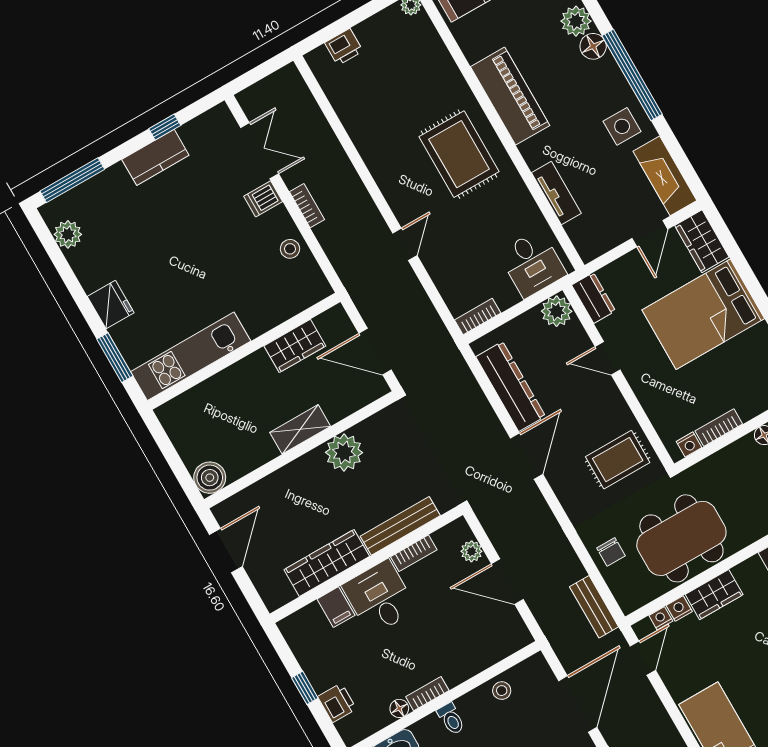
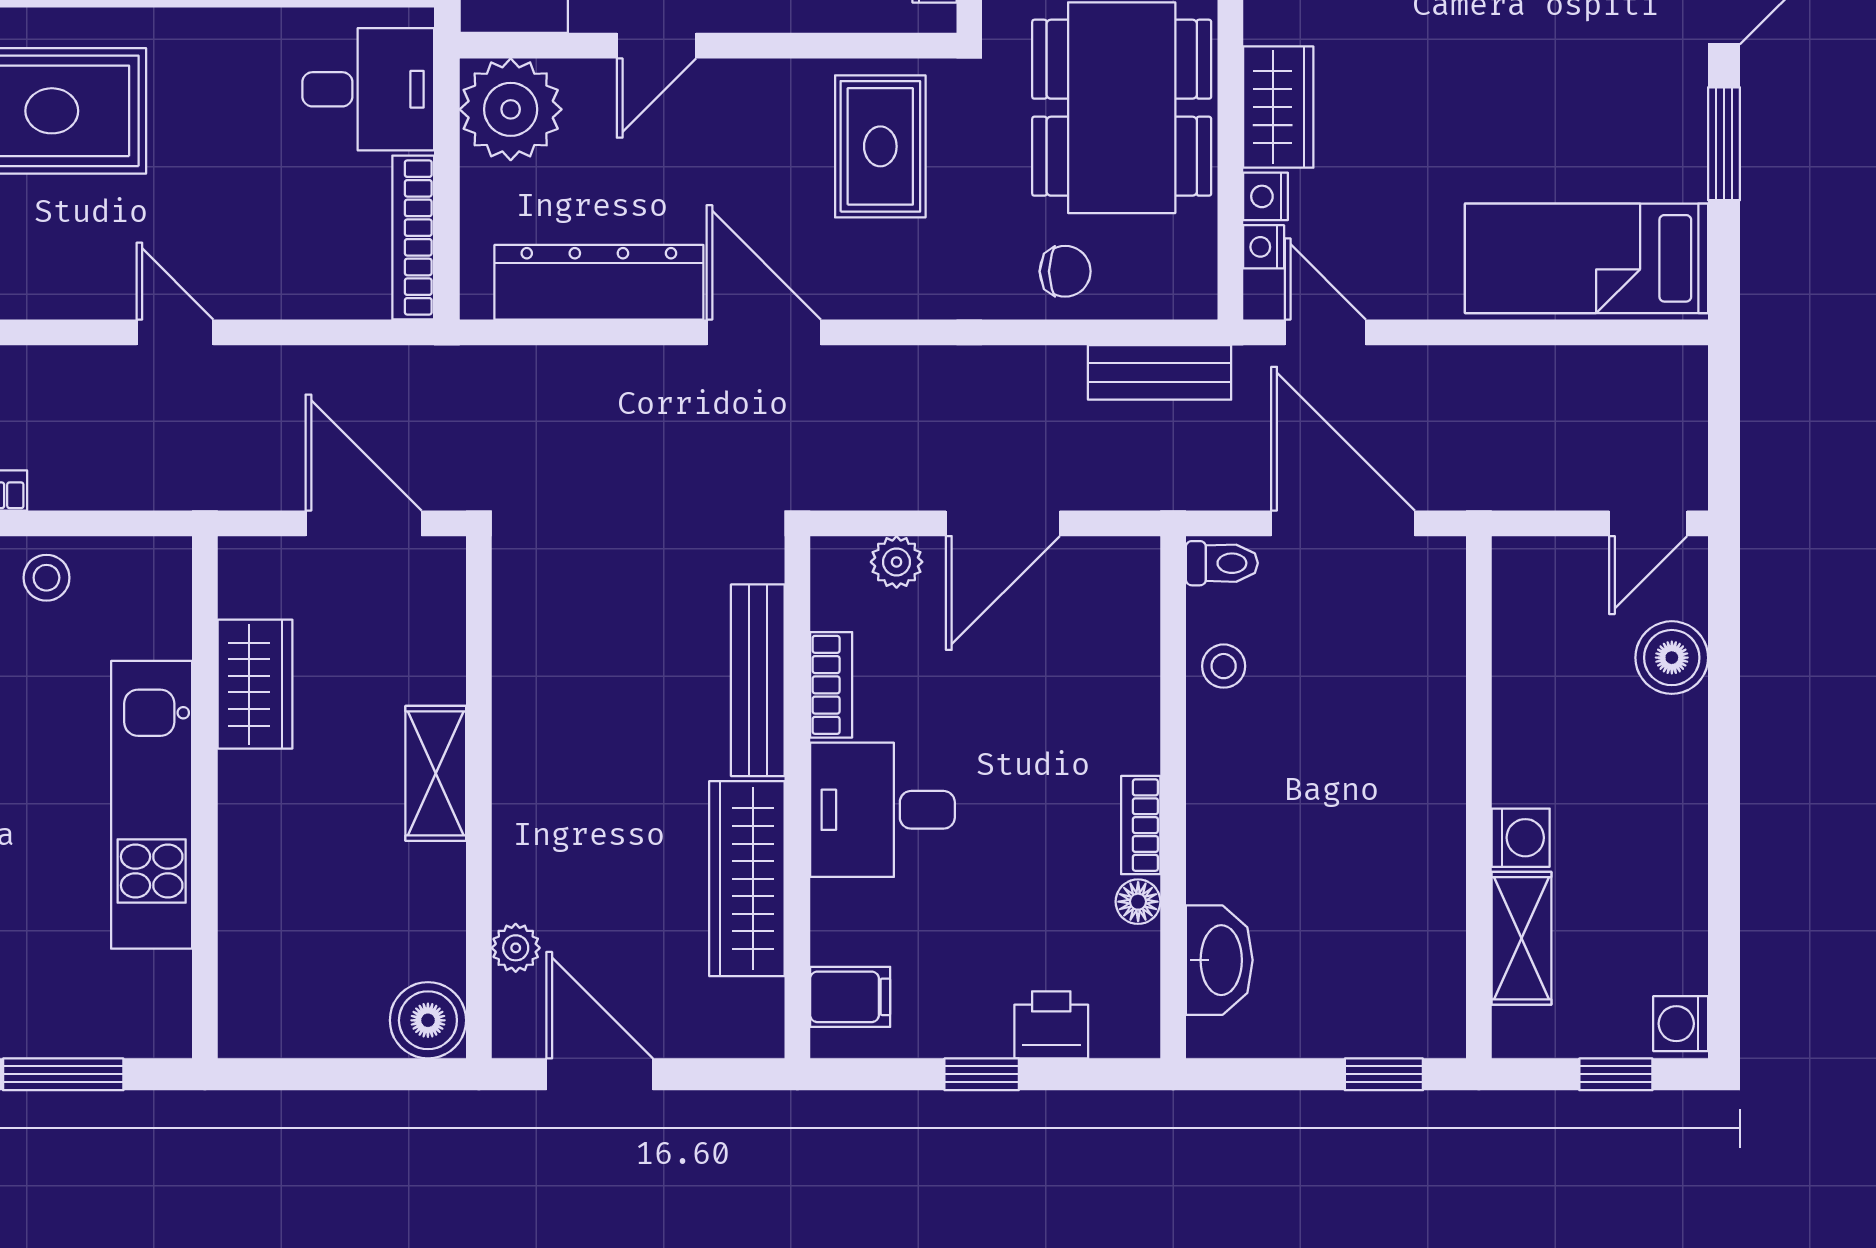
plant: (557, 311) -> (511, 109), width x1.36, depth x1.36
bookcase: (478, 317) -> (413, 237), width x1.56
door: (375, 352) -> (364, 523), swing flipped
kitchen unit: (191, 356) -> (152, 805), moved
plant: (344, 452) -> (516, 948), moved, width x0.53, depth x0.53
filing cabinet: (336, 607) -> (850, 997), moved
toilet: (451, 719) -> (1222, 563), moved

